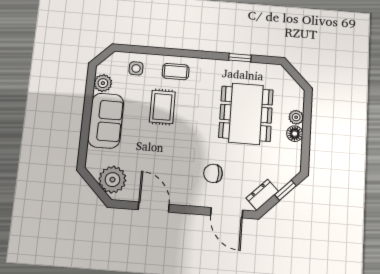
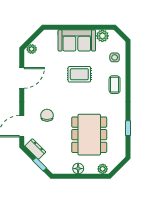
rug: (162, 107) -> (79, 74), moved
dining table: (246, 114) -> (89, 135), turned 90
plant: (296, 117) -> (103, 169), moved
plant: (112, 180) -> (32, 49), width x0.53, depth x0.53

